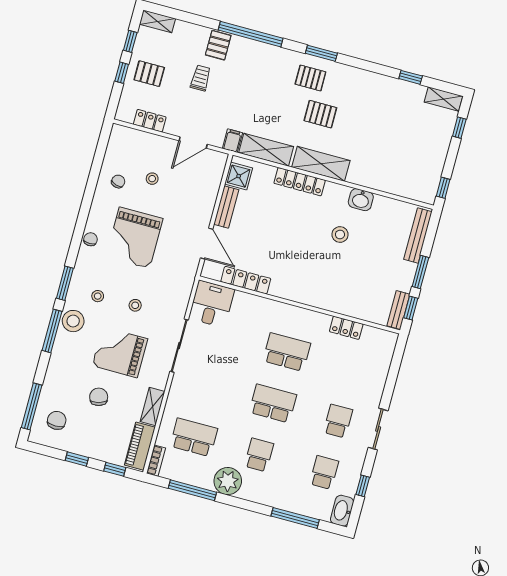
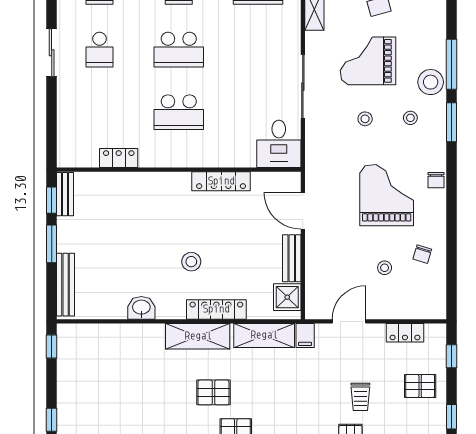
window: (122, 73) -> (452, 356), moved
stool: (340, 234) -> (191, 262), moved
locker: (246, 280) -> (221, 181), moved
grand piano: (120, 352) -> (368, 61), turned 180

